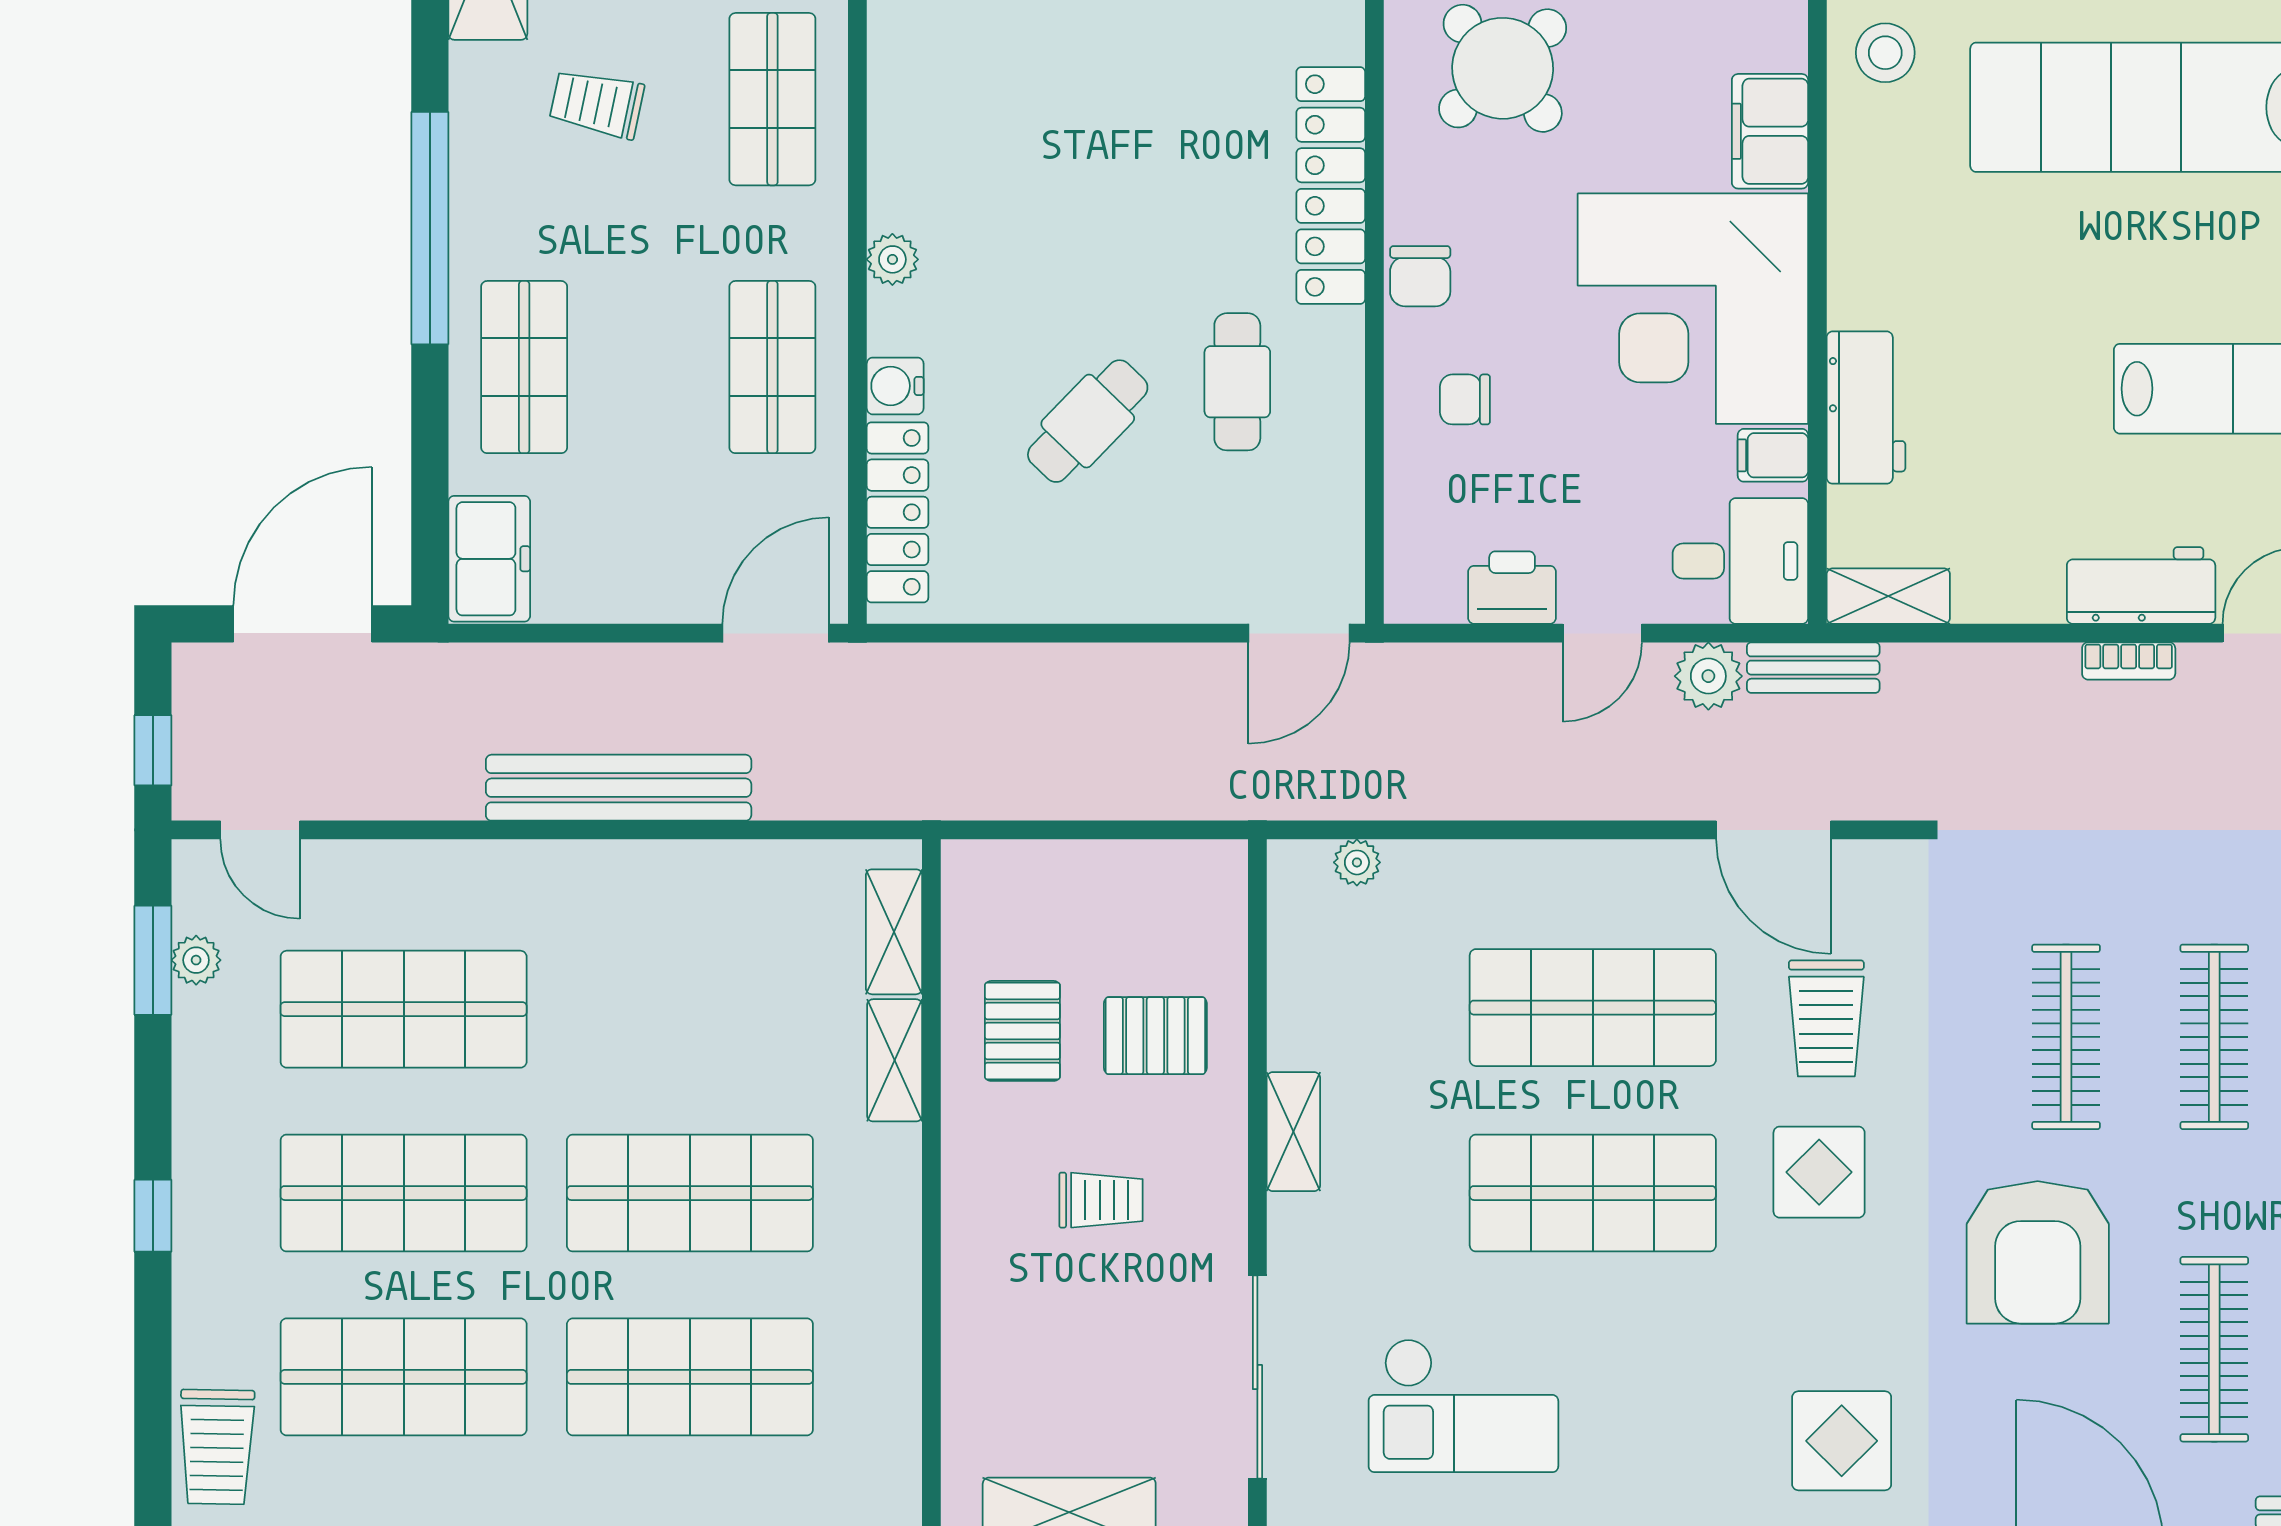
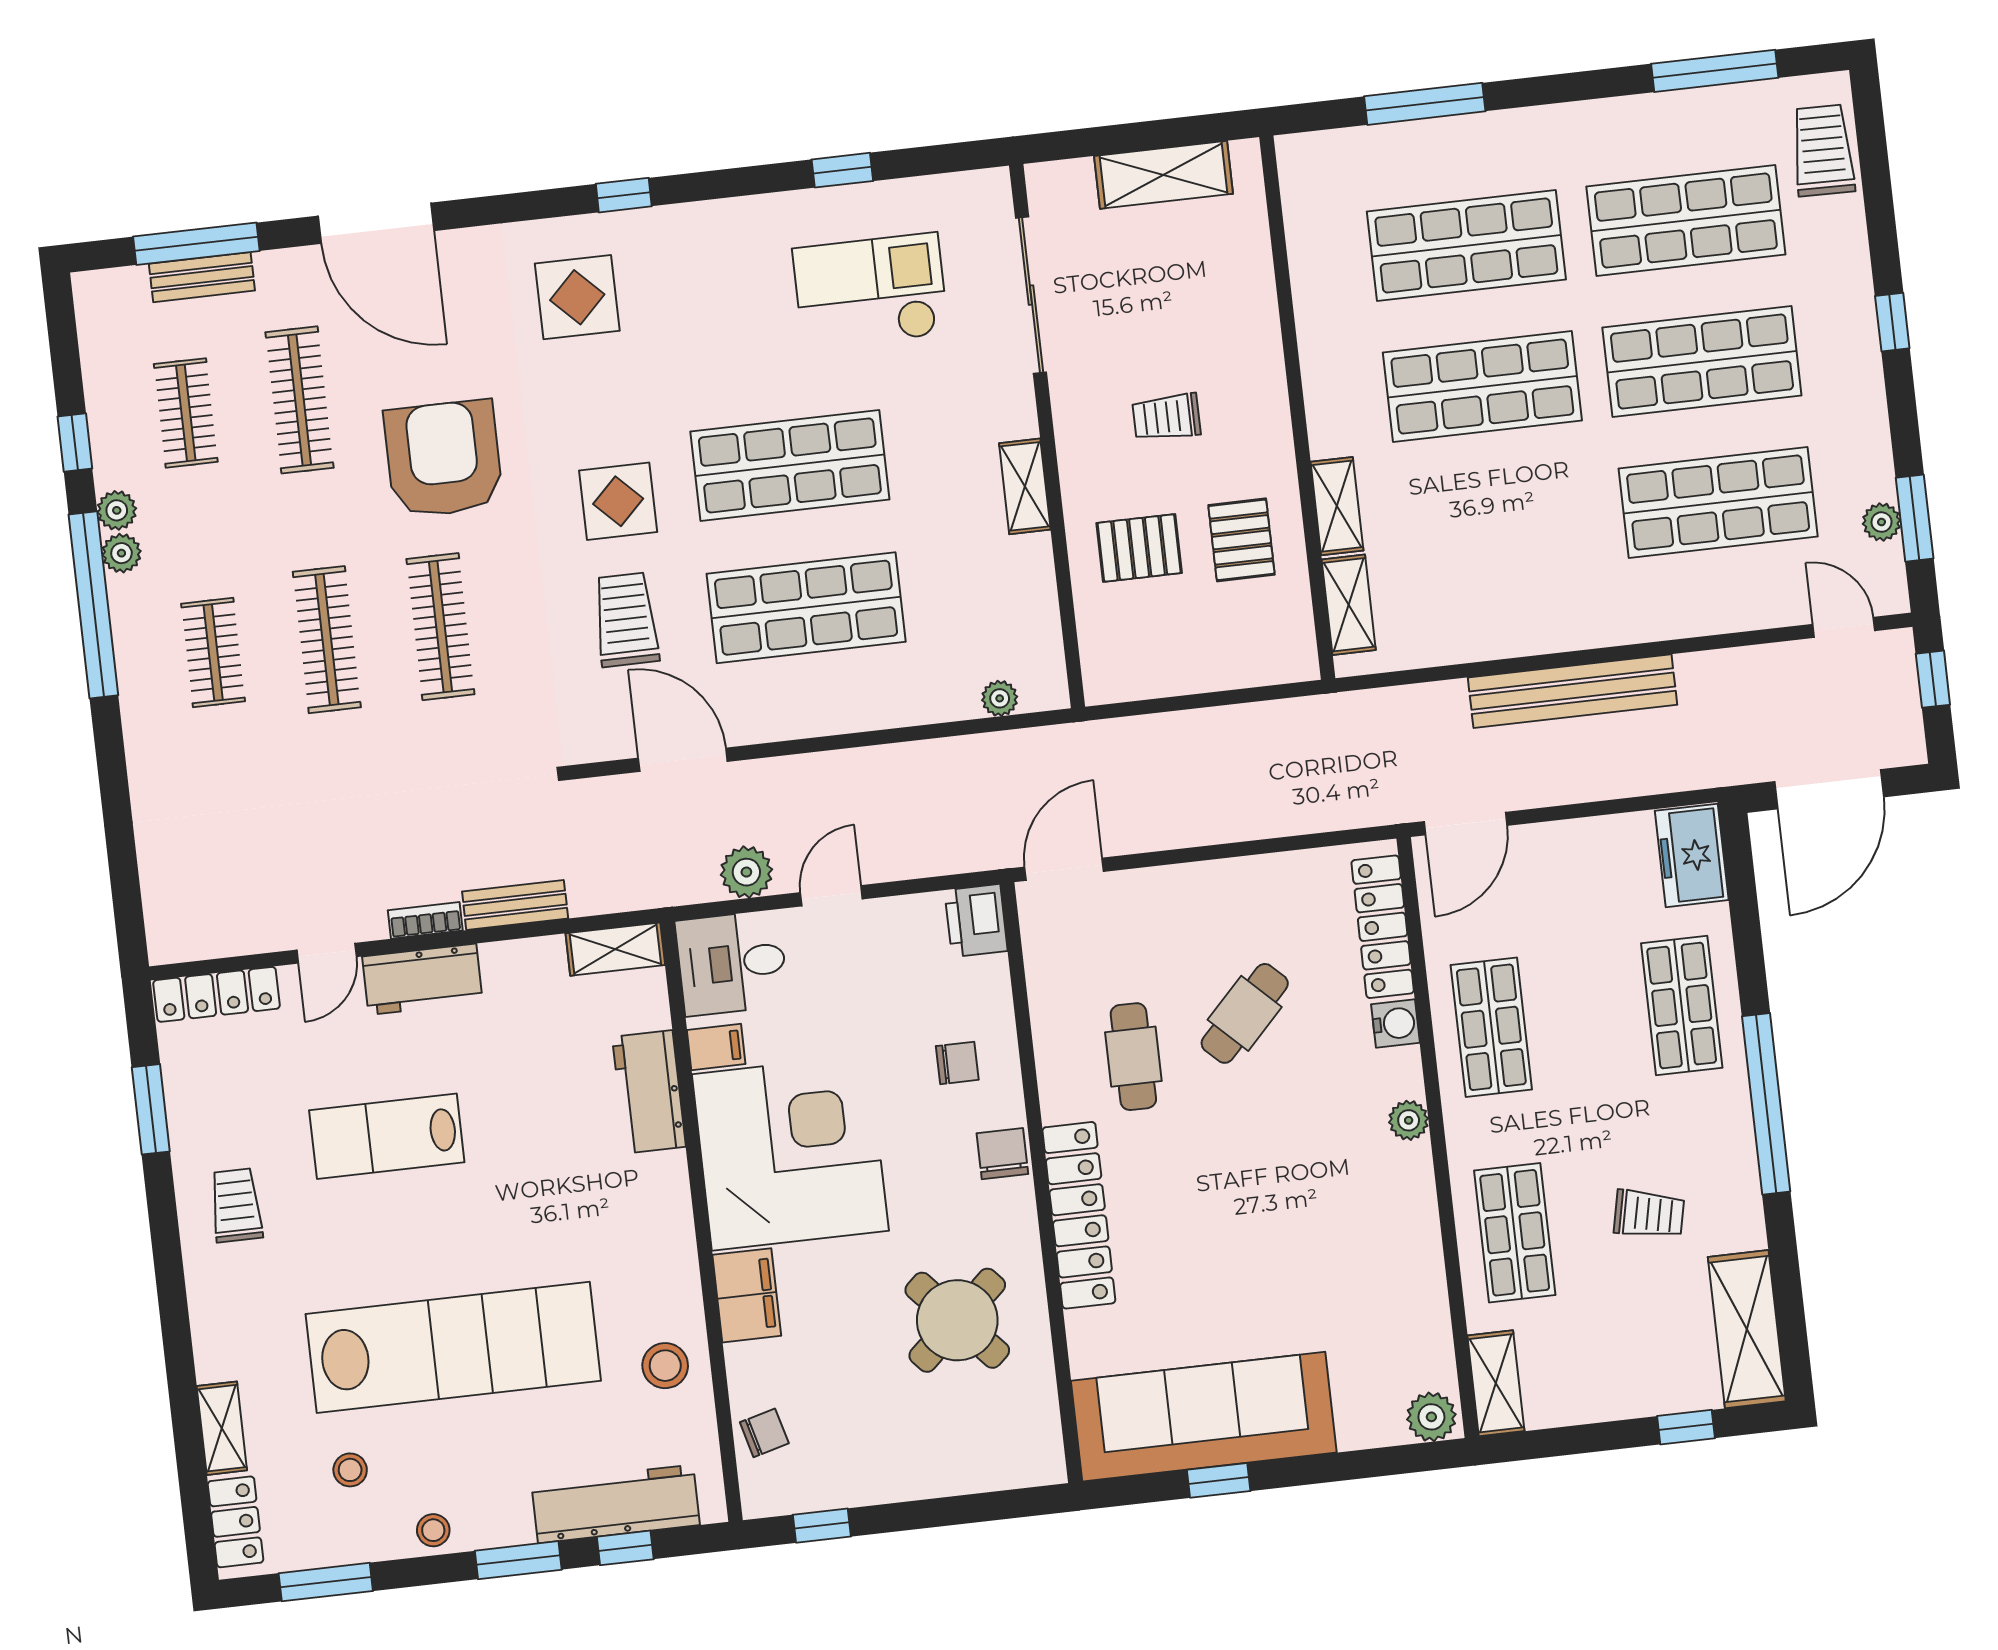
printer: (1512, 588) -> (976, 921), moved, turned 90
bench: (1813, 668) -> (515, 905), moved

